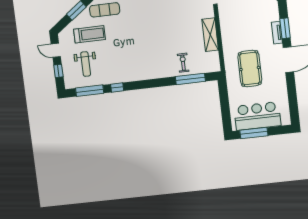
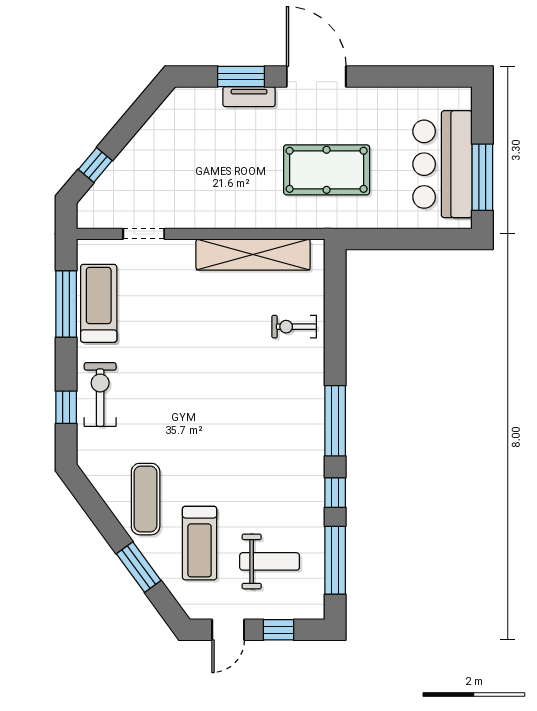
treadmill: (89, 34) -> (200, 543), turned 180
shelving: (210, 35) -> (253, 255), width x1.47
window: (190, 79) -> (335, 421), moved

